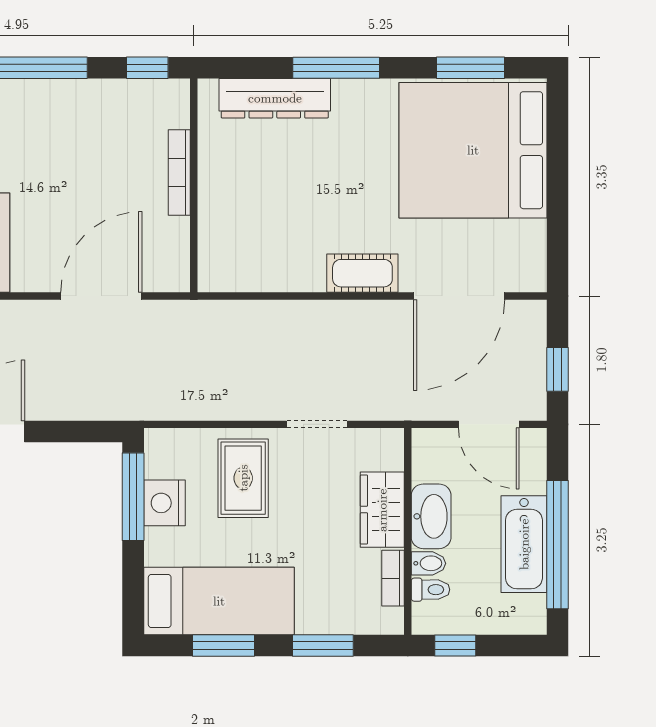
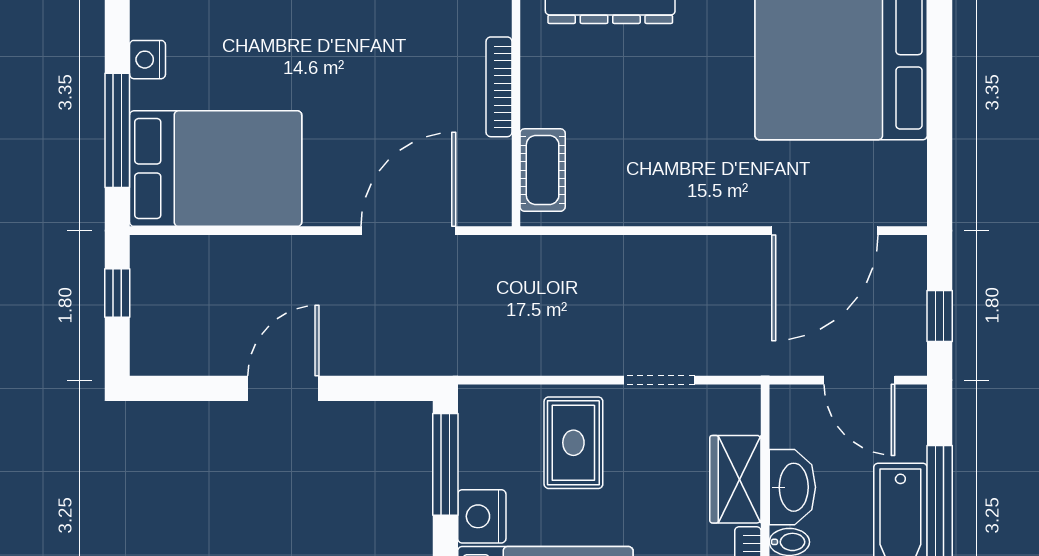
cot: (362, 273) -> (543, 170), moved, turned 90
nightstand: (164, 503) -> (482, 516), moved

